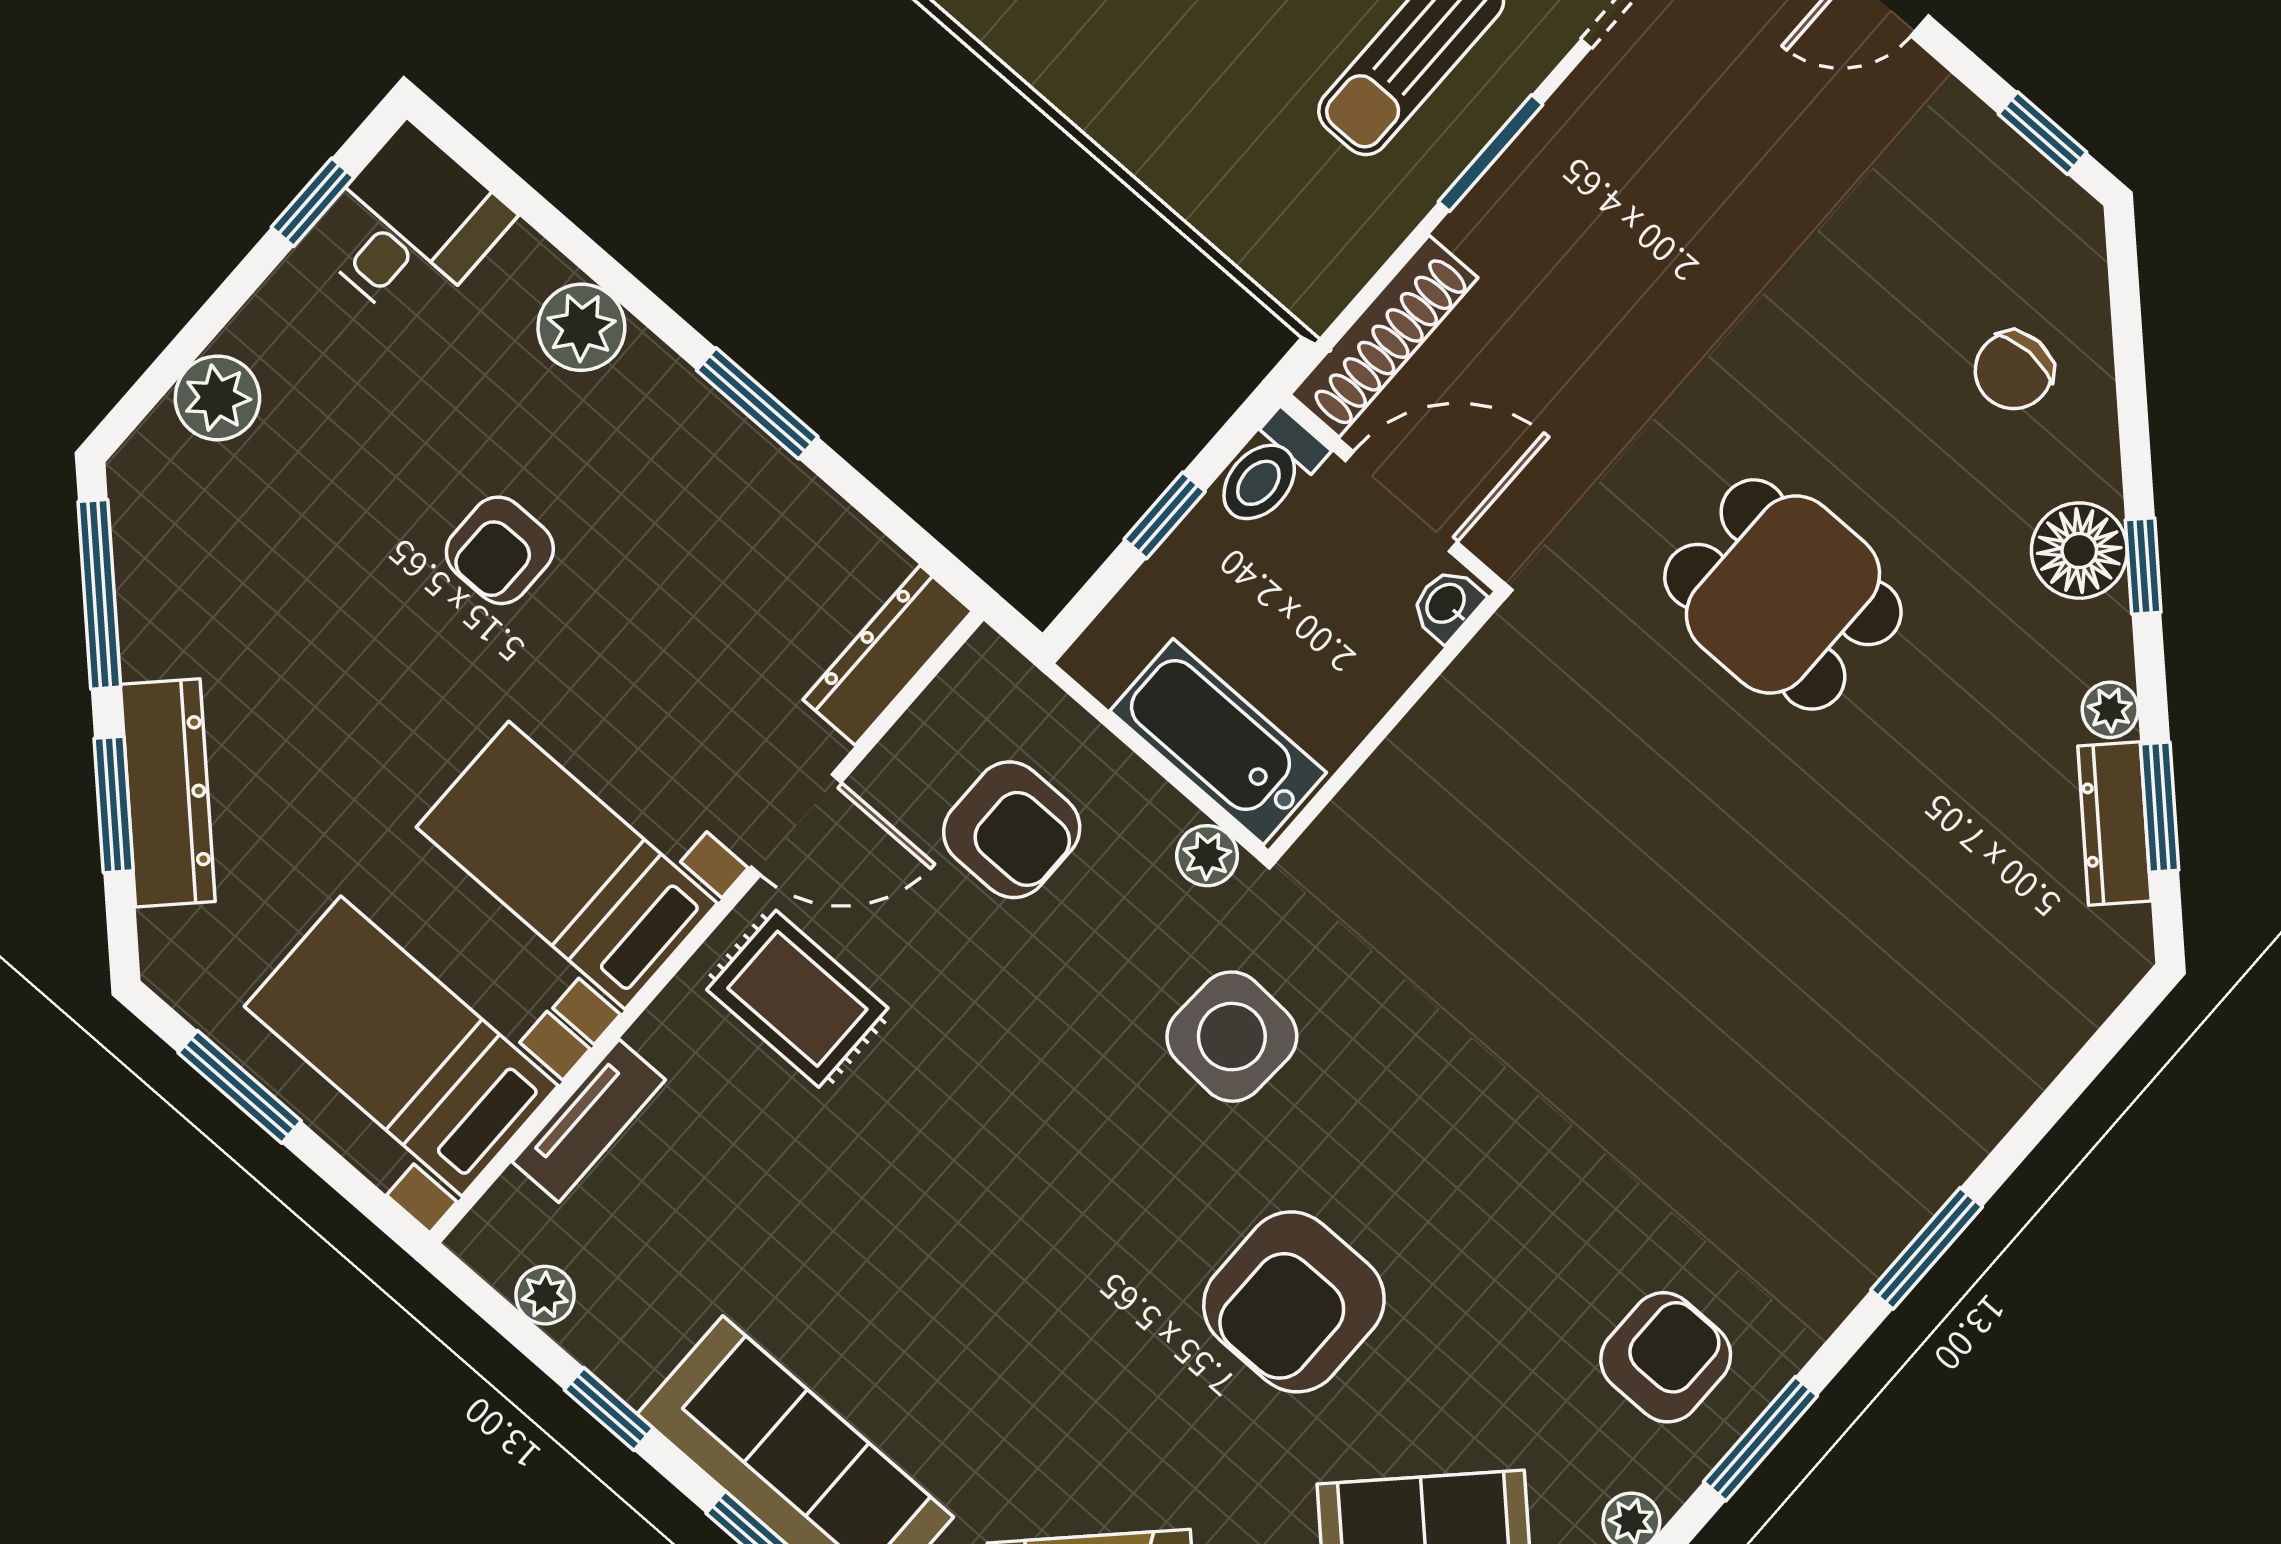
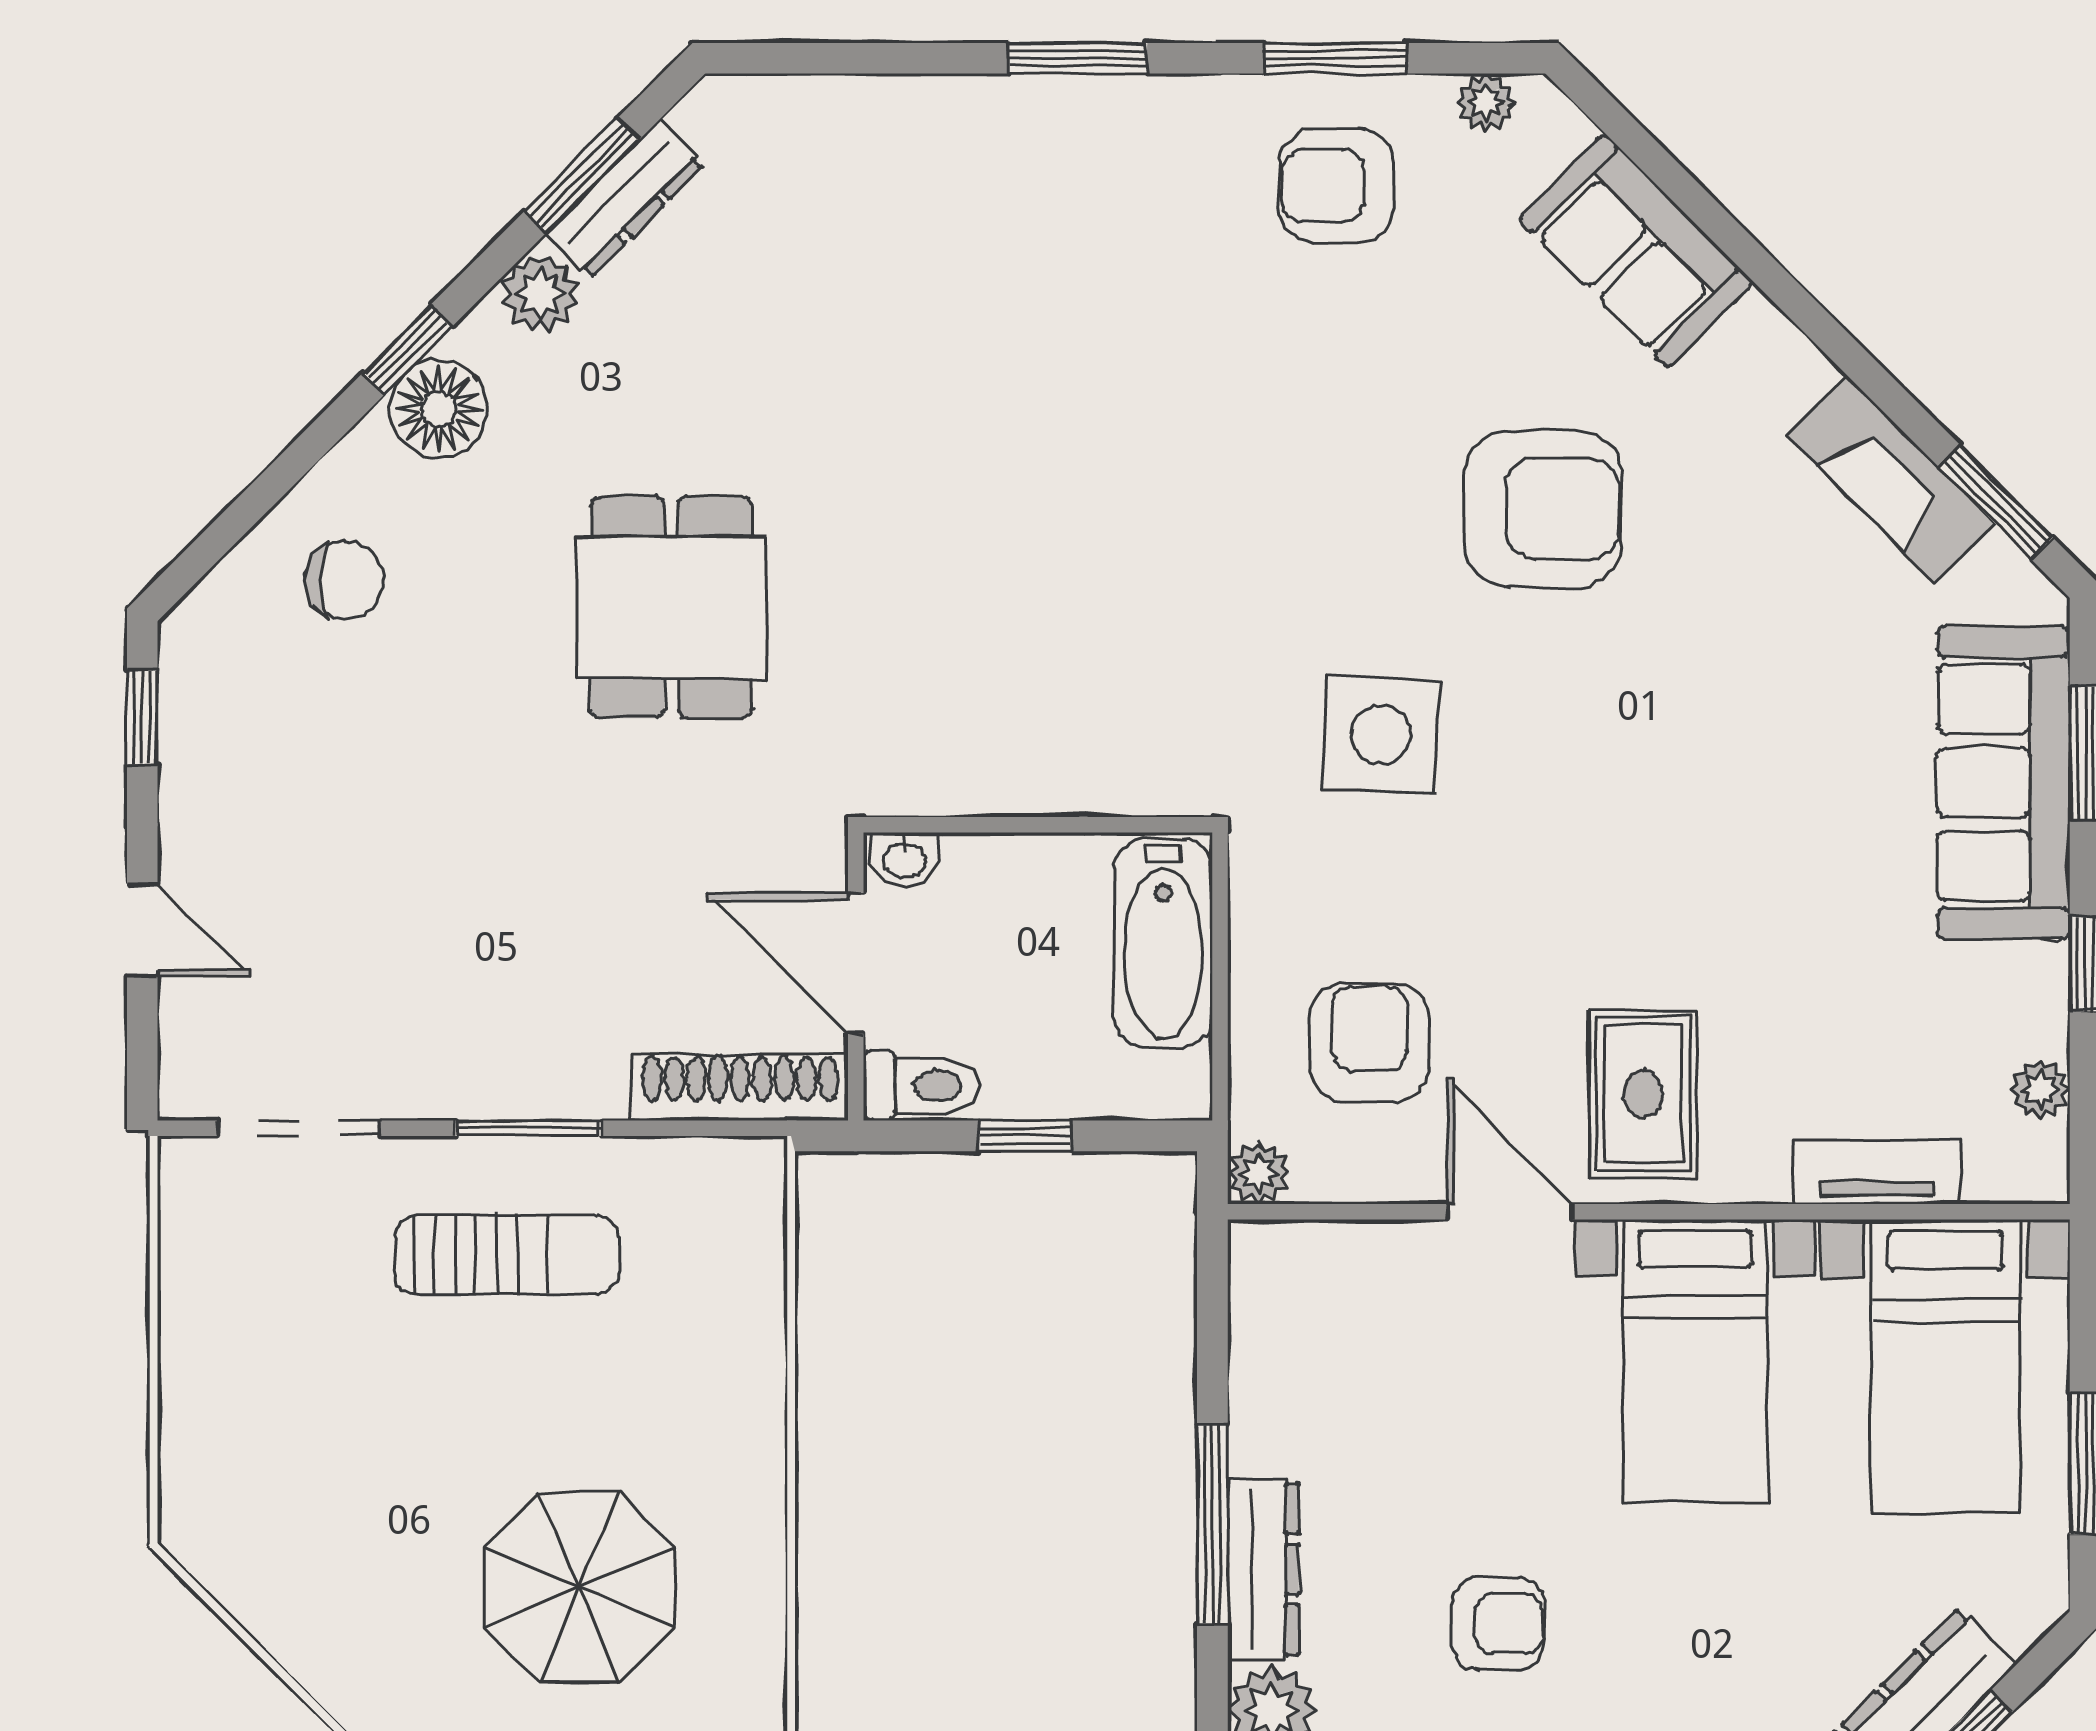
window: (757, 403) -> (1212, 1524), width x1.44
dresser: (888, 655) -> (1263, 1569), moved, turned -90
plant: (2110, 710) -> (540, 293), width x1.38, depth x1.38
plant: (1207, 856) -> (1258, 1173), moved

